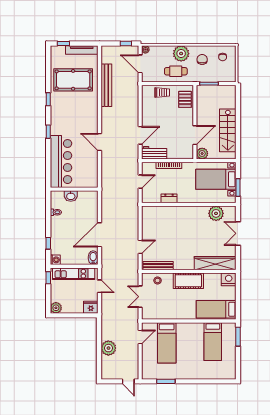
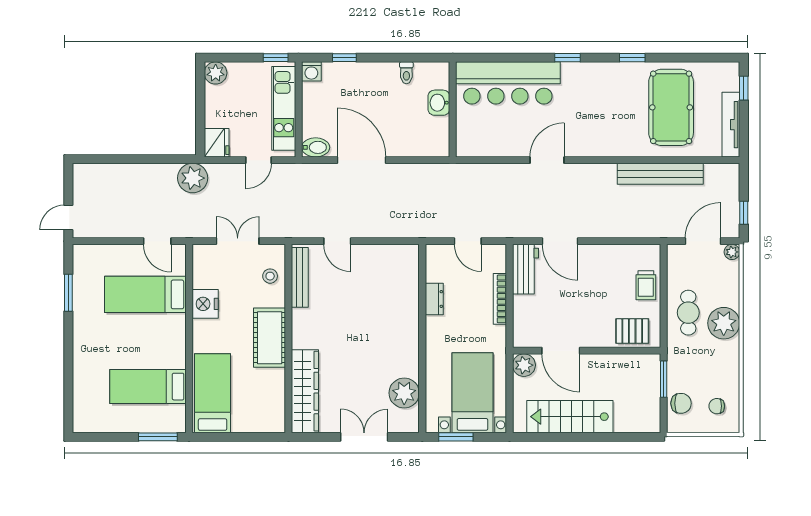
chair: (202, 59) -> (681, 403), moved
nightstand: (229, 279) -> (205, 304), moved, turned 180
plant: (108, 348) -> (193, 178), moved

